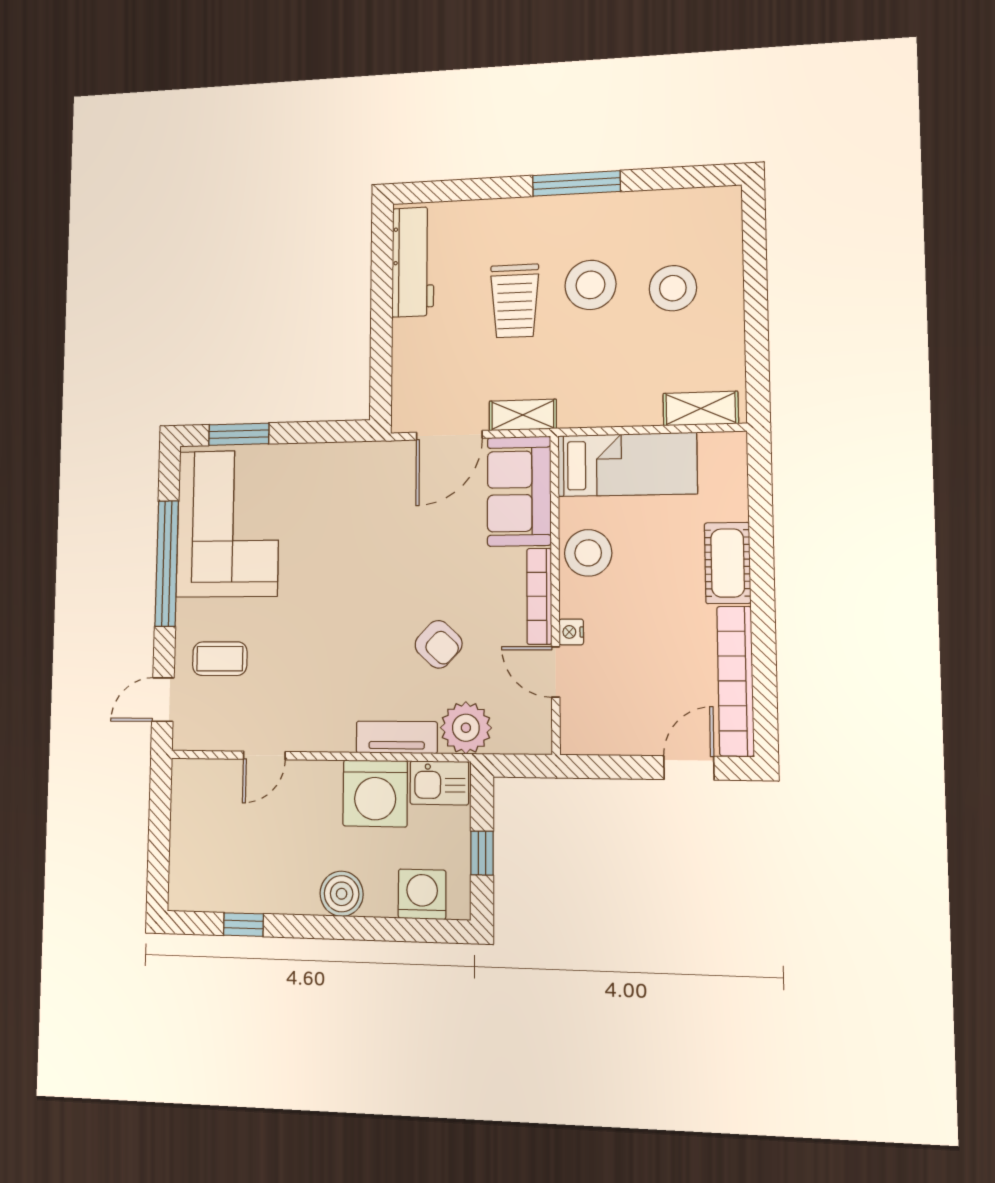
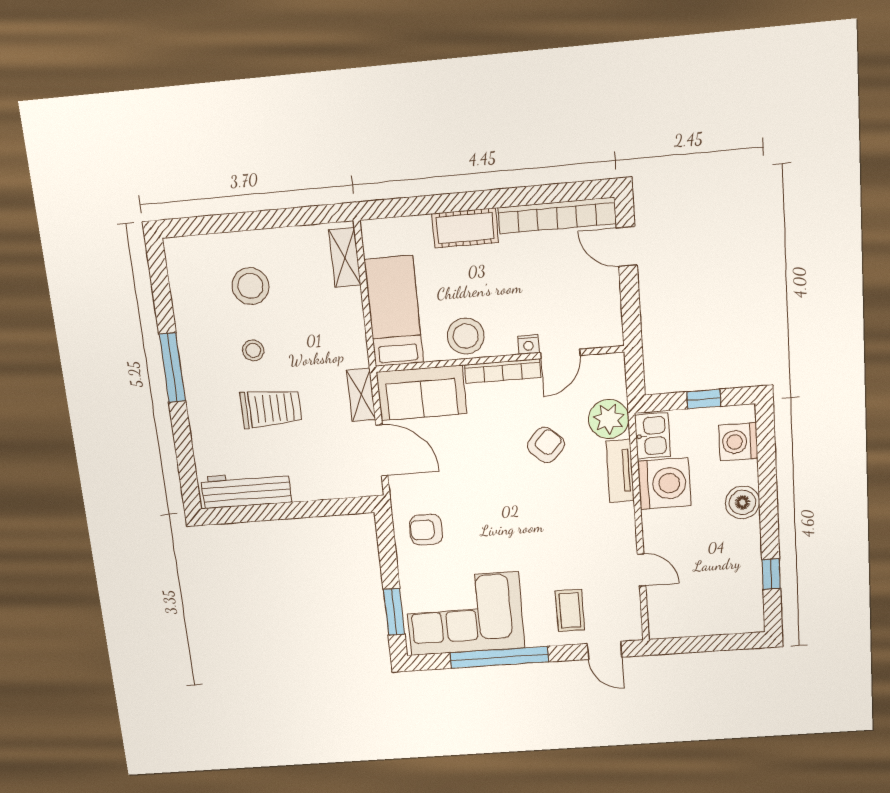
stool: (590, 285) -> (253, 350), width x0.53, depth x0.53
armchair: (342, 483) -> (426, 530), added

